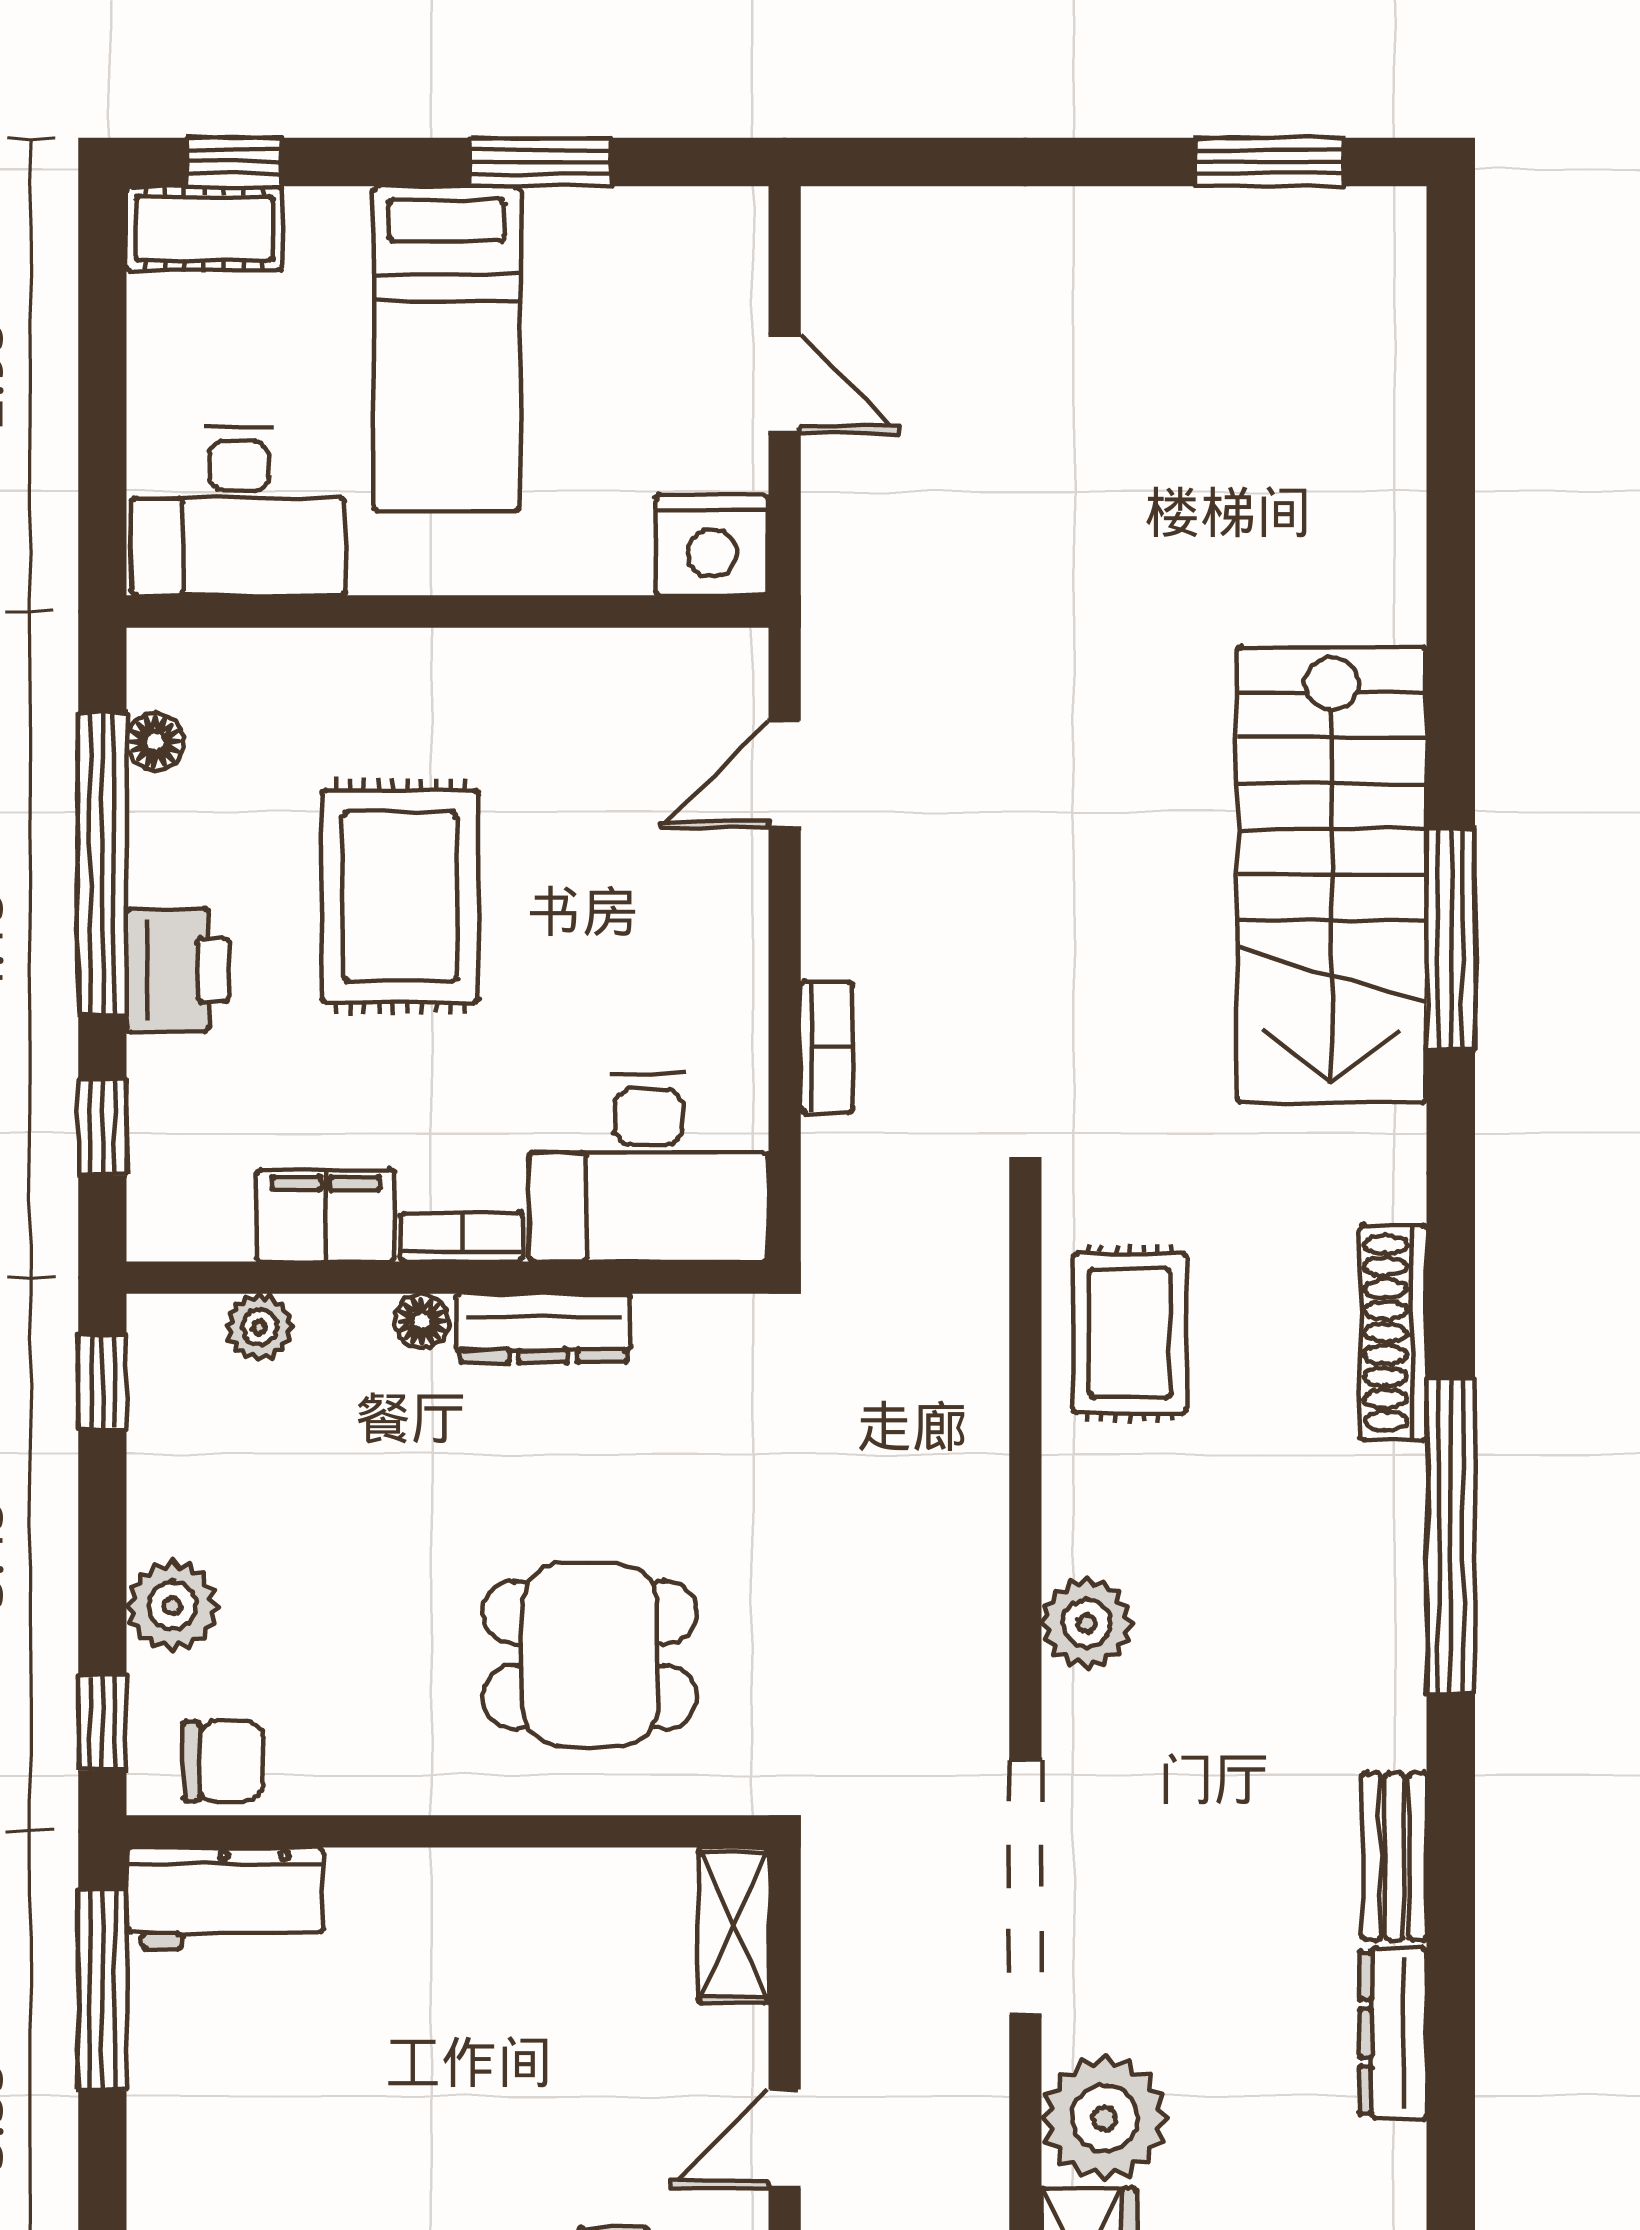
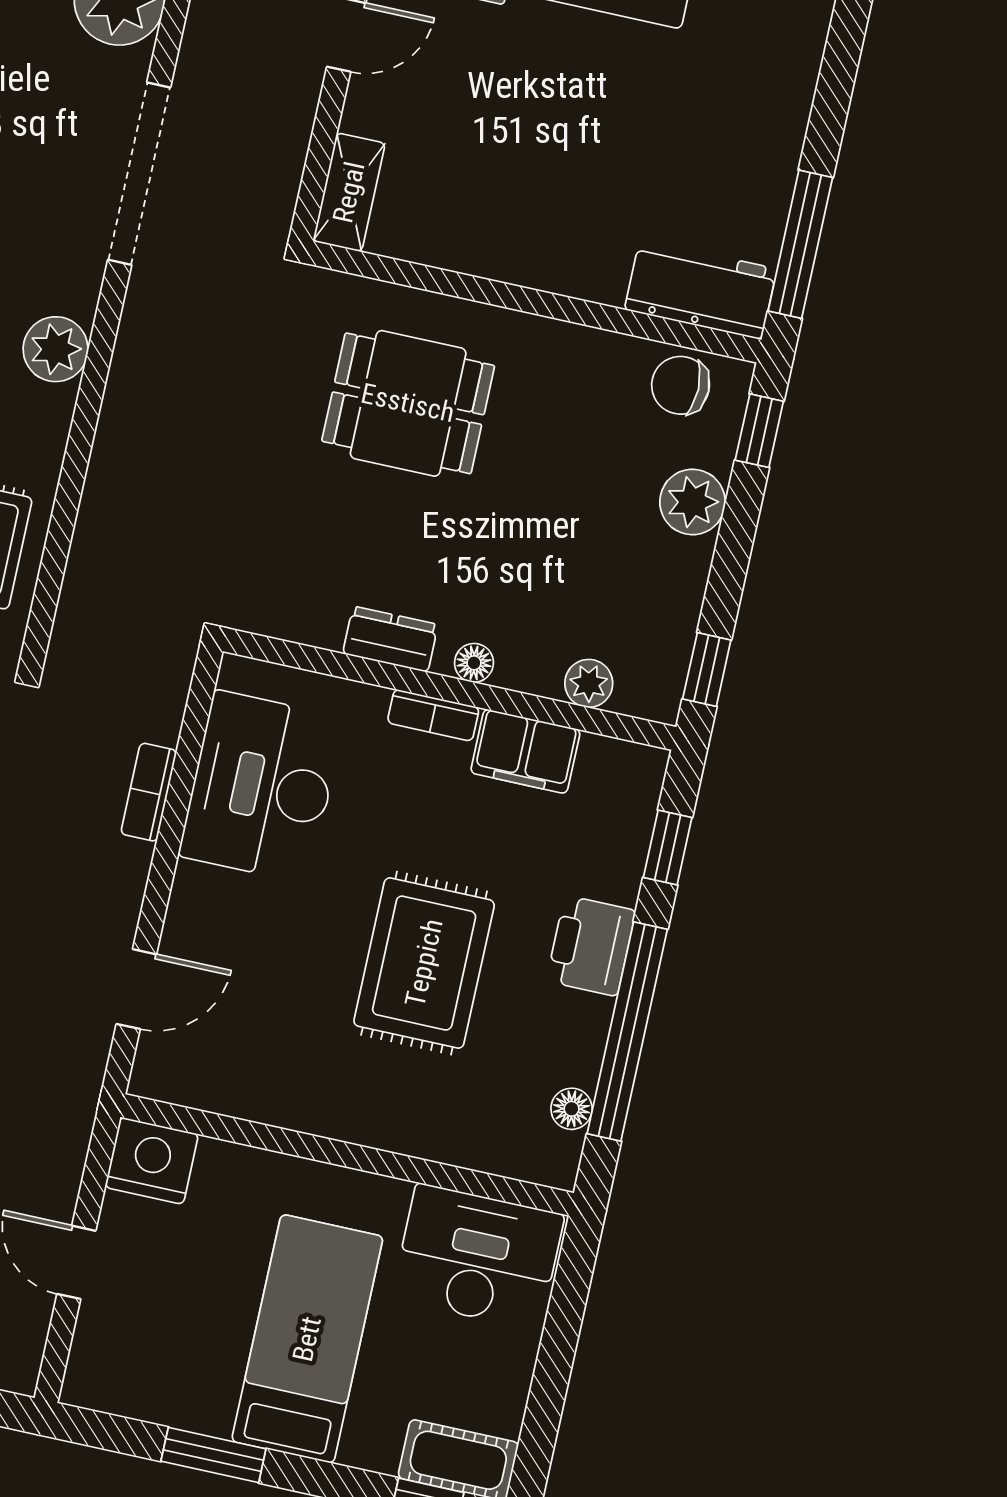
desk: (649, 1168) -> (262, 787), moved, turned -90
dresser: (543, 1328) -> (390, 639), width x0.70

